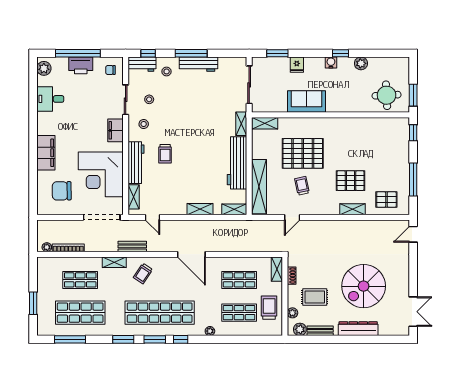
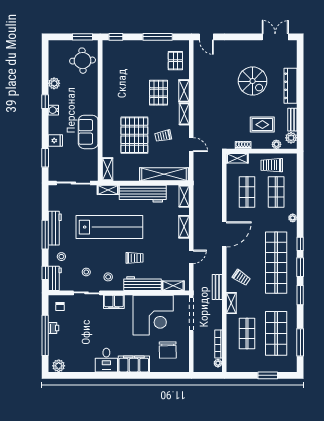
printer: (81, 65) -> (54, 328), width x0.53, depth x0.68
desk: (50, 99) -> (106, 360), moved
lab bench: (200, 125) -> (109, 227), added
shelving: (327, 209) -> (184, 114), added
door: (152, 217) -> (191, 257), moved
spiral stairs: (364, 286) -> (253, 81), width x0.73, depth x0.73
rug: (315, 297) -> (262, 125), turned 90

